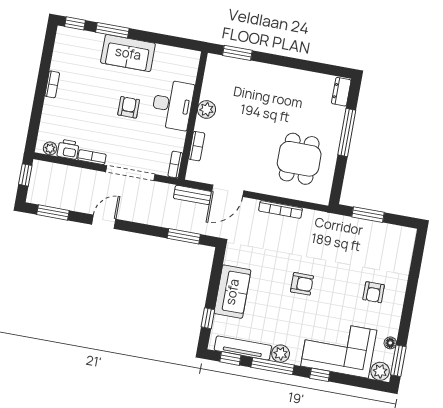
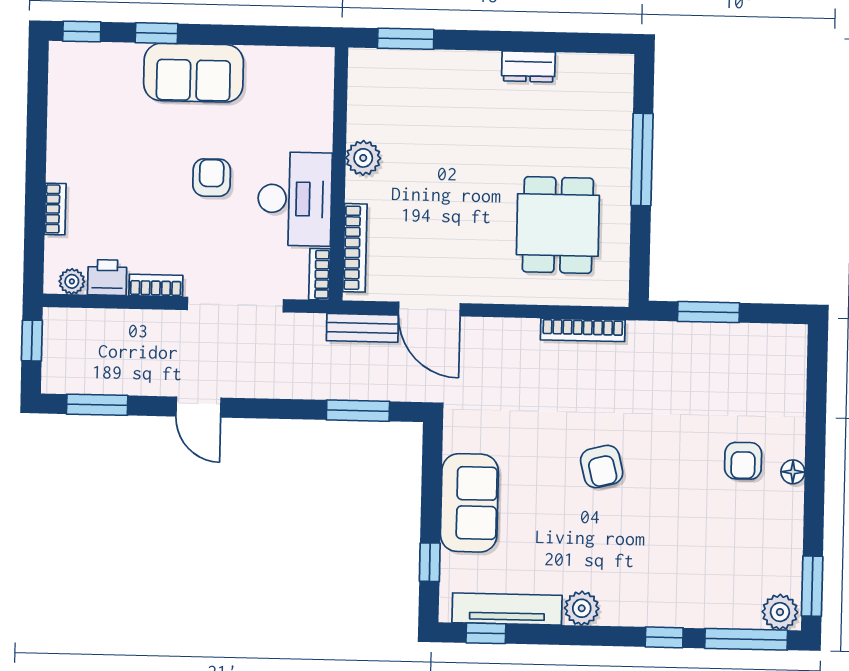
window: (112, 30) -> (156, 33), width x0.67
bookcase: (52, 84) -> (55, 209), moved
dresser: (341, 92) -> (528, 67), moved, turned -90
desk: (172, 105) -> (295, 199), moved
bookcase: (197, 146) -> (355, 248), width x1.56
door: (228, 191) -> (429, 309), hinge flipped
bookcase: (281, 209) -> (583, 330), moved
door: (104, 222) -> (198, 407), swing flipped
armchair: (302, 284) -> (602, 467), turned 76
floor lamp: (390, 343) -> (793, 472), moved
corner sofa: (339, 348) -> (693, 580), removed
window: (273, 366) -> (746, 639), moved

